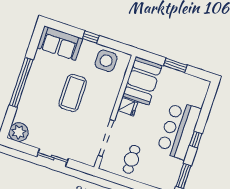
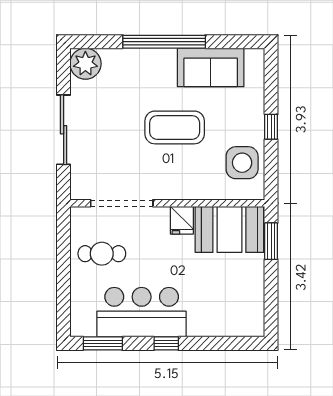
sofa: (60, 43) -> (211, 67), moved, turned -90
window: (175, 65) -> (271, 241), moved
bar counter: (179, 130) -> (142, 312), moved
sliding door: (53, 158) -> (64, 130), width x1.37

